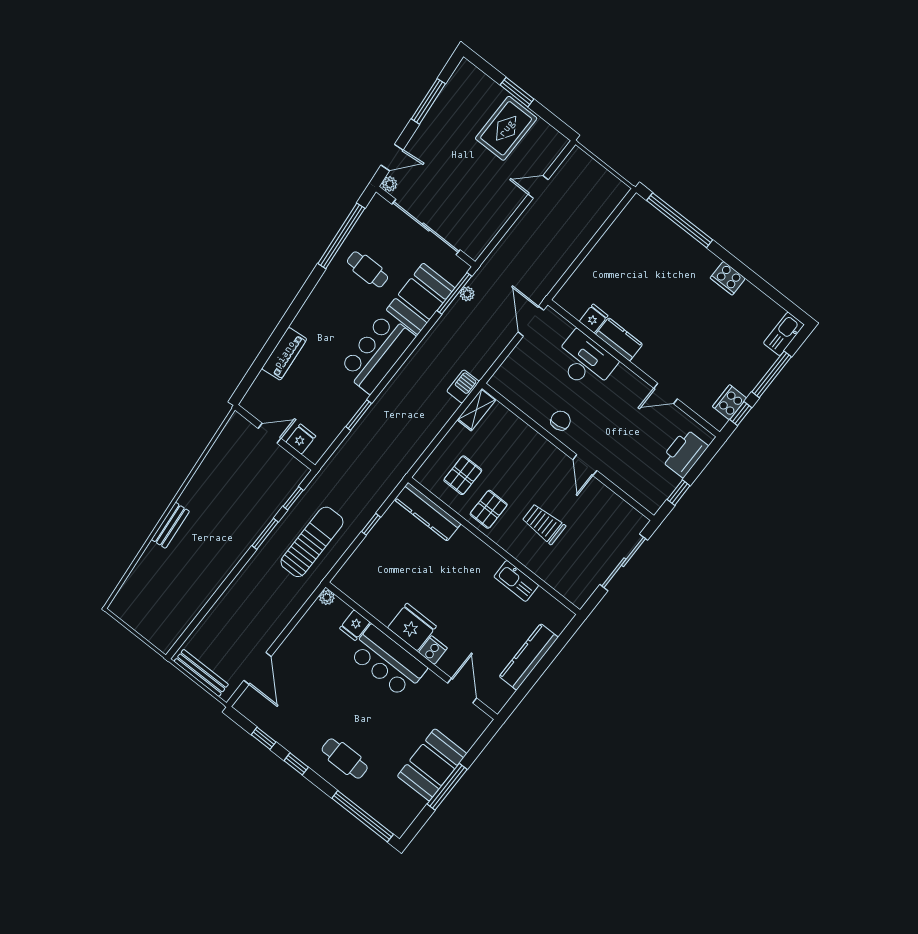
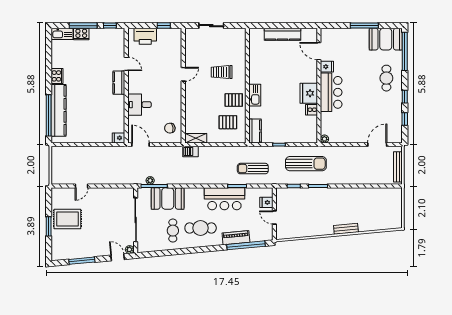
door: (538, 187) -> (82, 186), hinge flipped
window: (341, 236) -> (246, 245), moved
kitchen counter: (676, 241) -> (59, 110), added
cafe table: (339, 313) -> (201, 228), added
fridge: (594, 319) -> (119, 138), moved
door: (531, 321) -> (140, 145), swing flipped
kitchen counter: (619, 339) -> (119, 83), moved
bar counter: (377, 353) -> (224, 199), moved
desk: (585, 361) -> (139, 105), width x0.73
cooker: (730, 402) -> (81, 34), moved
chair: (561, 421) -> (170, 128), moved
sun lounger: (366, 458) -> (253, 169), added
kitchen counter: (428, 512) -> (255, 131), width x0.67
trolley: (544, 524) -> (222, 72), turned 90
sun lounger: (312, 542) -> (306, 164), turned 180
sliding door: (624, 562) -> (211, 26), width x0.73
kitchen sink: (516, 581) -> (255, 95), moved
fridge: (355, 625) -> (327, 67), moved
cooker: (433, 650) -> (312, 110), moved
door: (462, 691) -> (319, 51), hinge flipped
booth: (432, 765) -> (386, 39), moved

